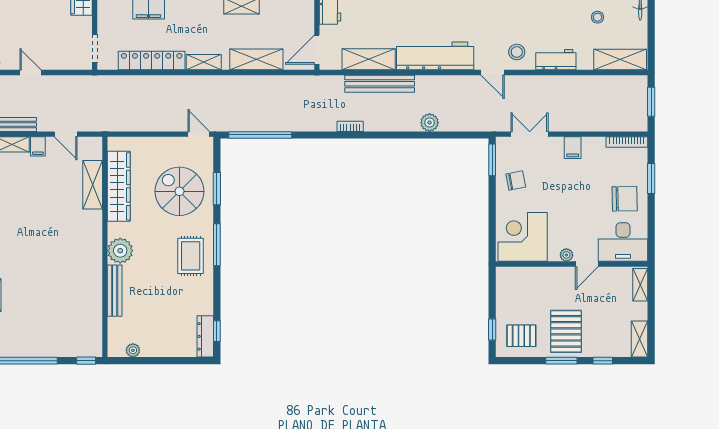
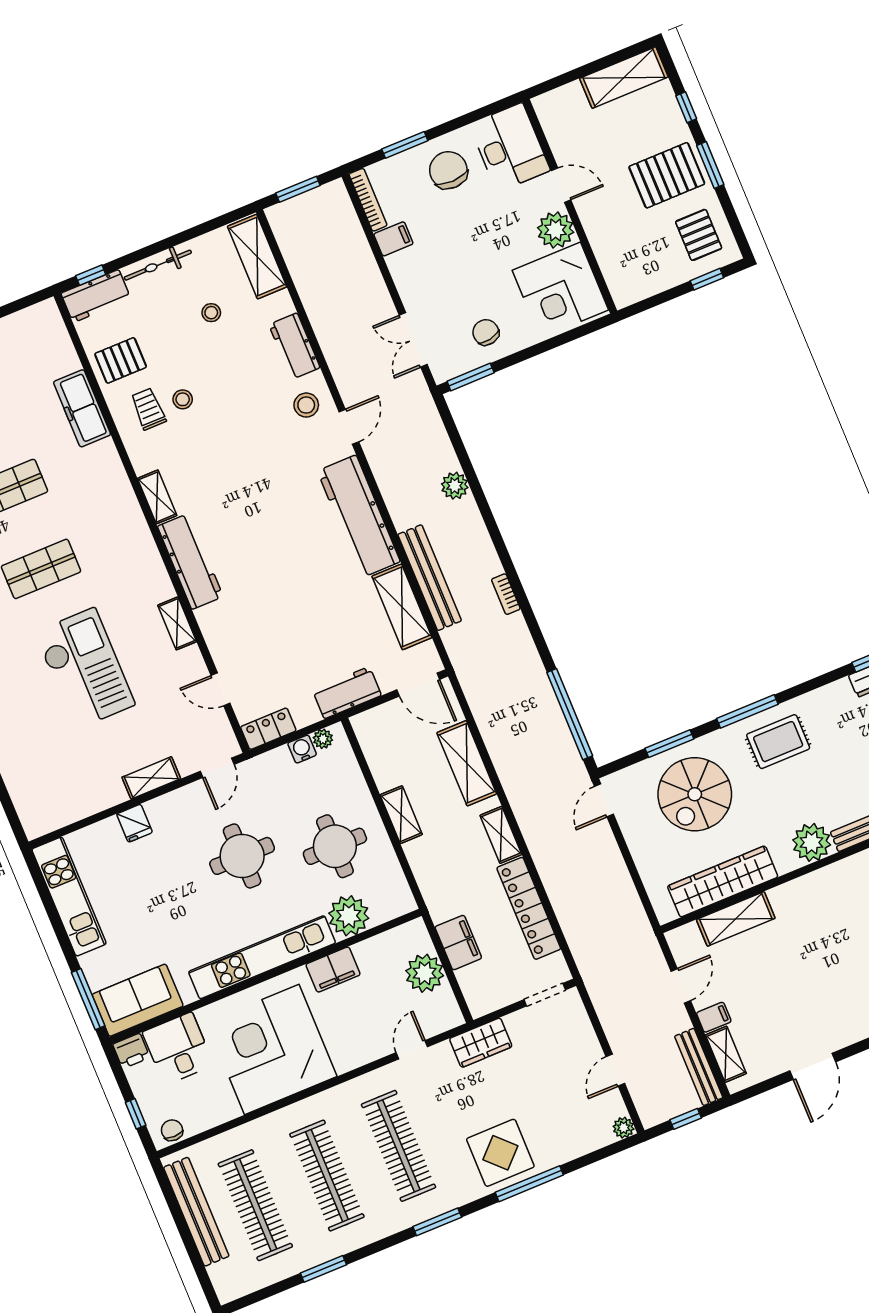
filing cabinet: (573, 148) -> (393, 239), moved
plant: (566, 255) -> (556, 230), width x1.87, depth x1.87
shelving: (640, 285) -> (559, 99), removed
shelving: (640, 339) -> (624, 78), width x1.50, depth x1.33

